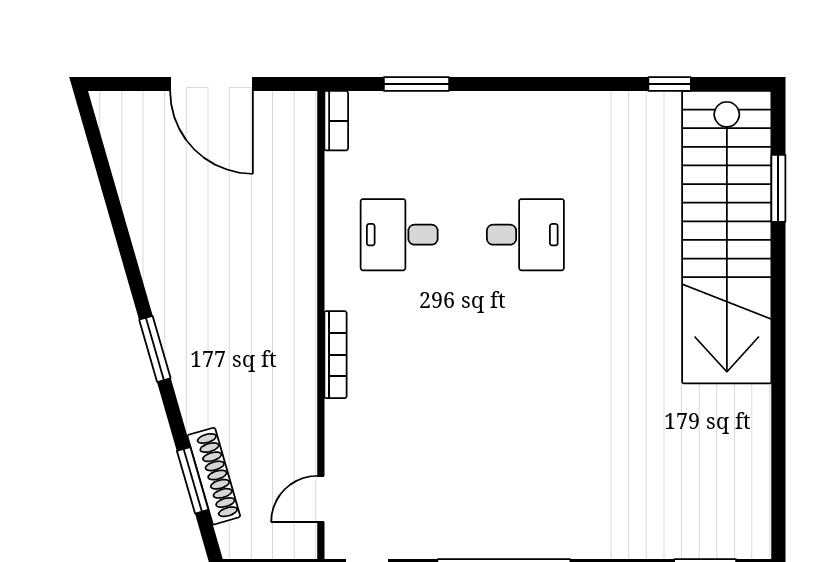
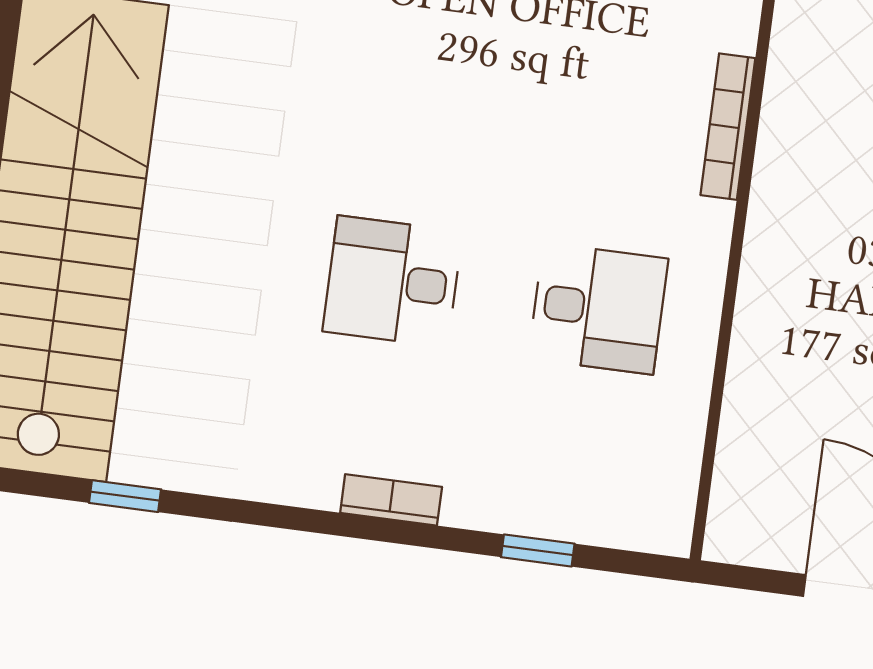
window: (416, 84) -> (538, 550), width x0.67
bookcase: (336, 121) -> (391, 500), moved, turned 90

